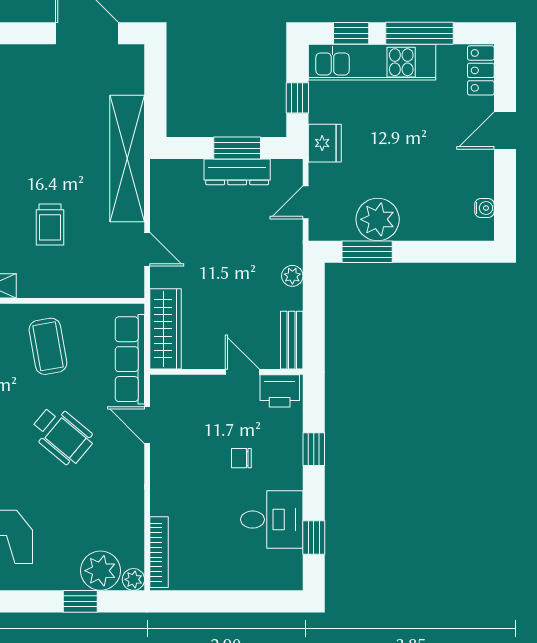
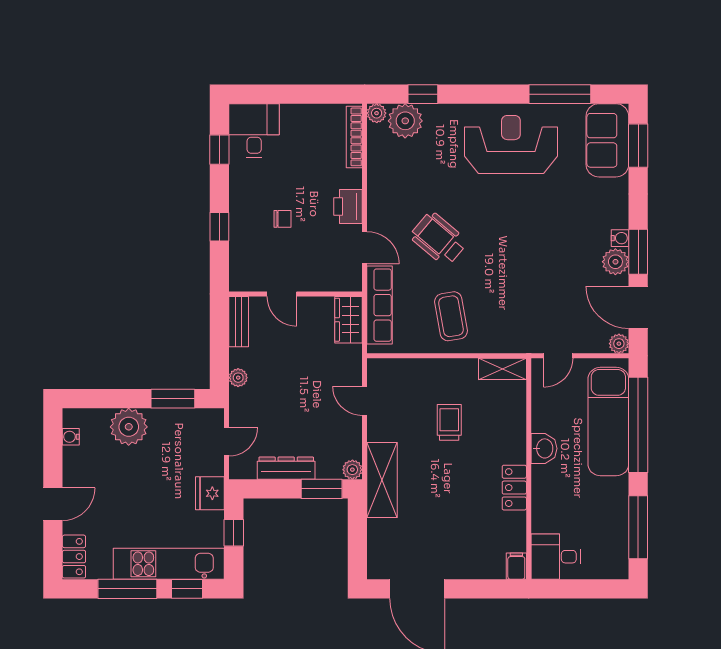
window: (237, 148) -> (322, 489), moved
shelving: (127, 158) -> (382, 480), width x0.68
plant: (161, 170) -> (352, 470), added
plant: (378, 219) -> (129, 427), moved
wardrobe: (166, 329) -> (349, 320), width x0.67
printer: (280, 391) -> (348, 206), moved, turned -90
desk: (272, 520) -> (254, 131), moved, turned 90

